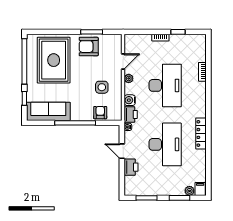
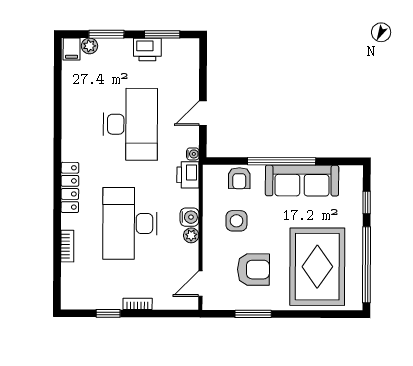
armchair: (89, 47) -> (253, 270), moved
door: (123, 61) -> (200, 284), moved
water cooler: (130, 100) -> (189, 217), moved
sofa: (48, 111) -> (302, 181), moved
locker: (201, 133) -> (70, 187), moved
desk: (165, 144) -> (130, 124), turned 180
door: (122, 151) -> (203, 113), swing flipped
printer: (131, 167) -> (147, 49), moved, turned -90

